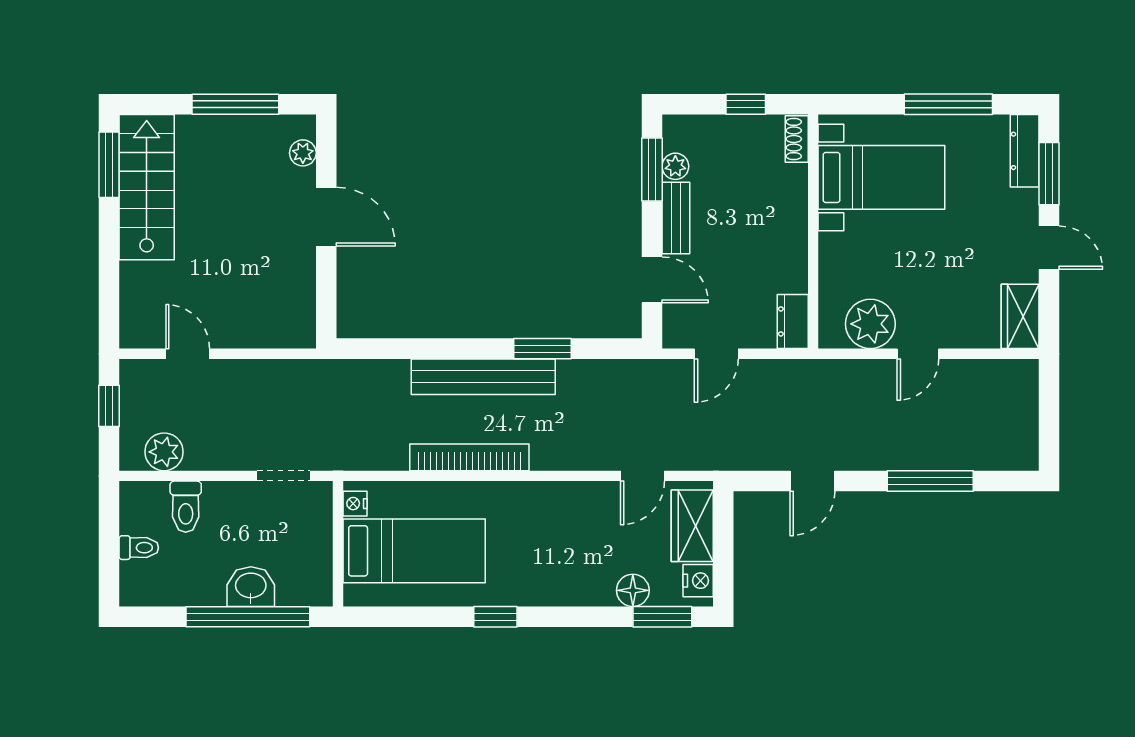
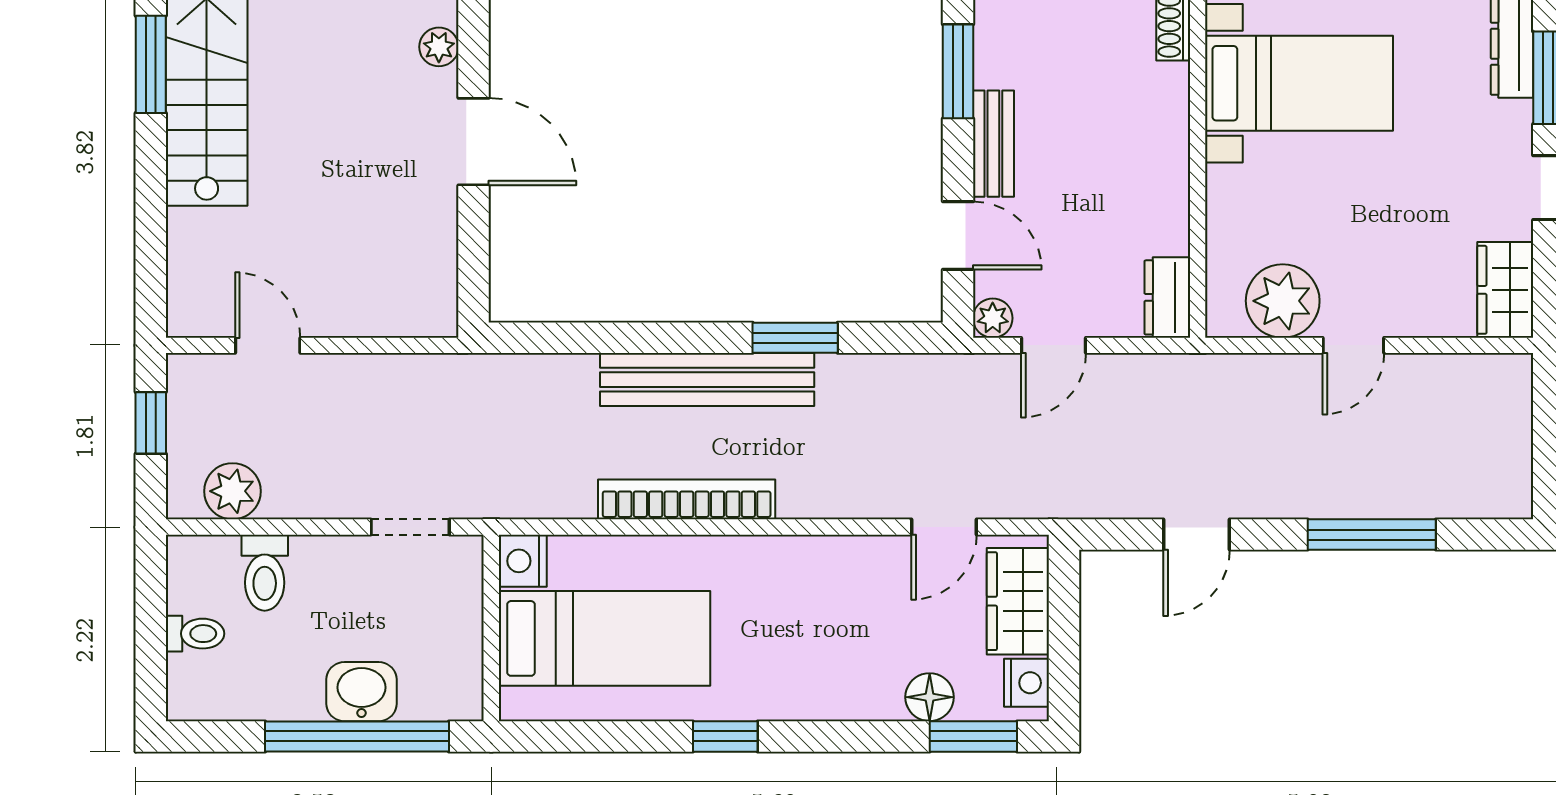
plant: (675, 166) -> (993, 318), moved
nightstand: (355, 504) -> (523, 561), width x1.39, depth x1.35

